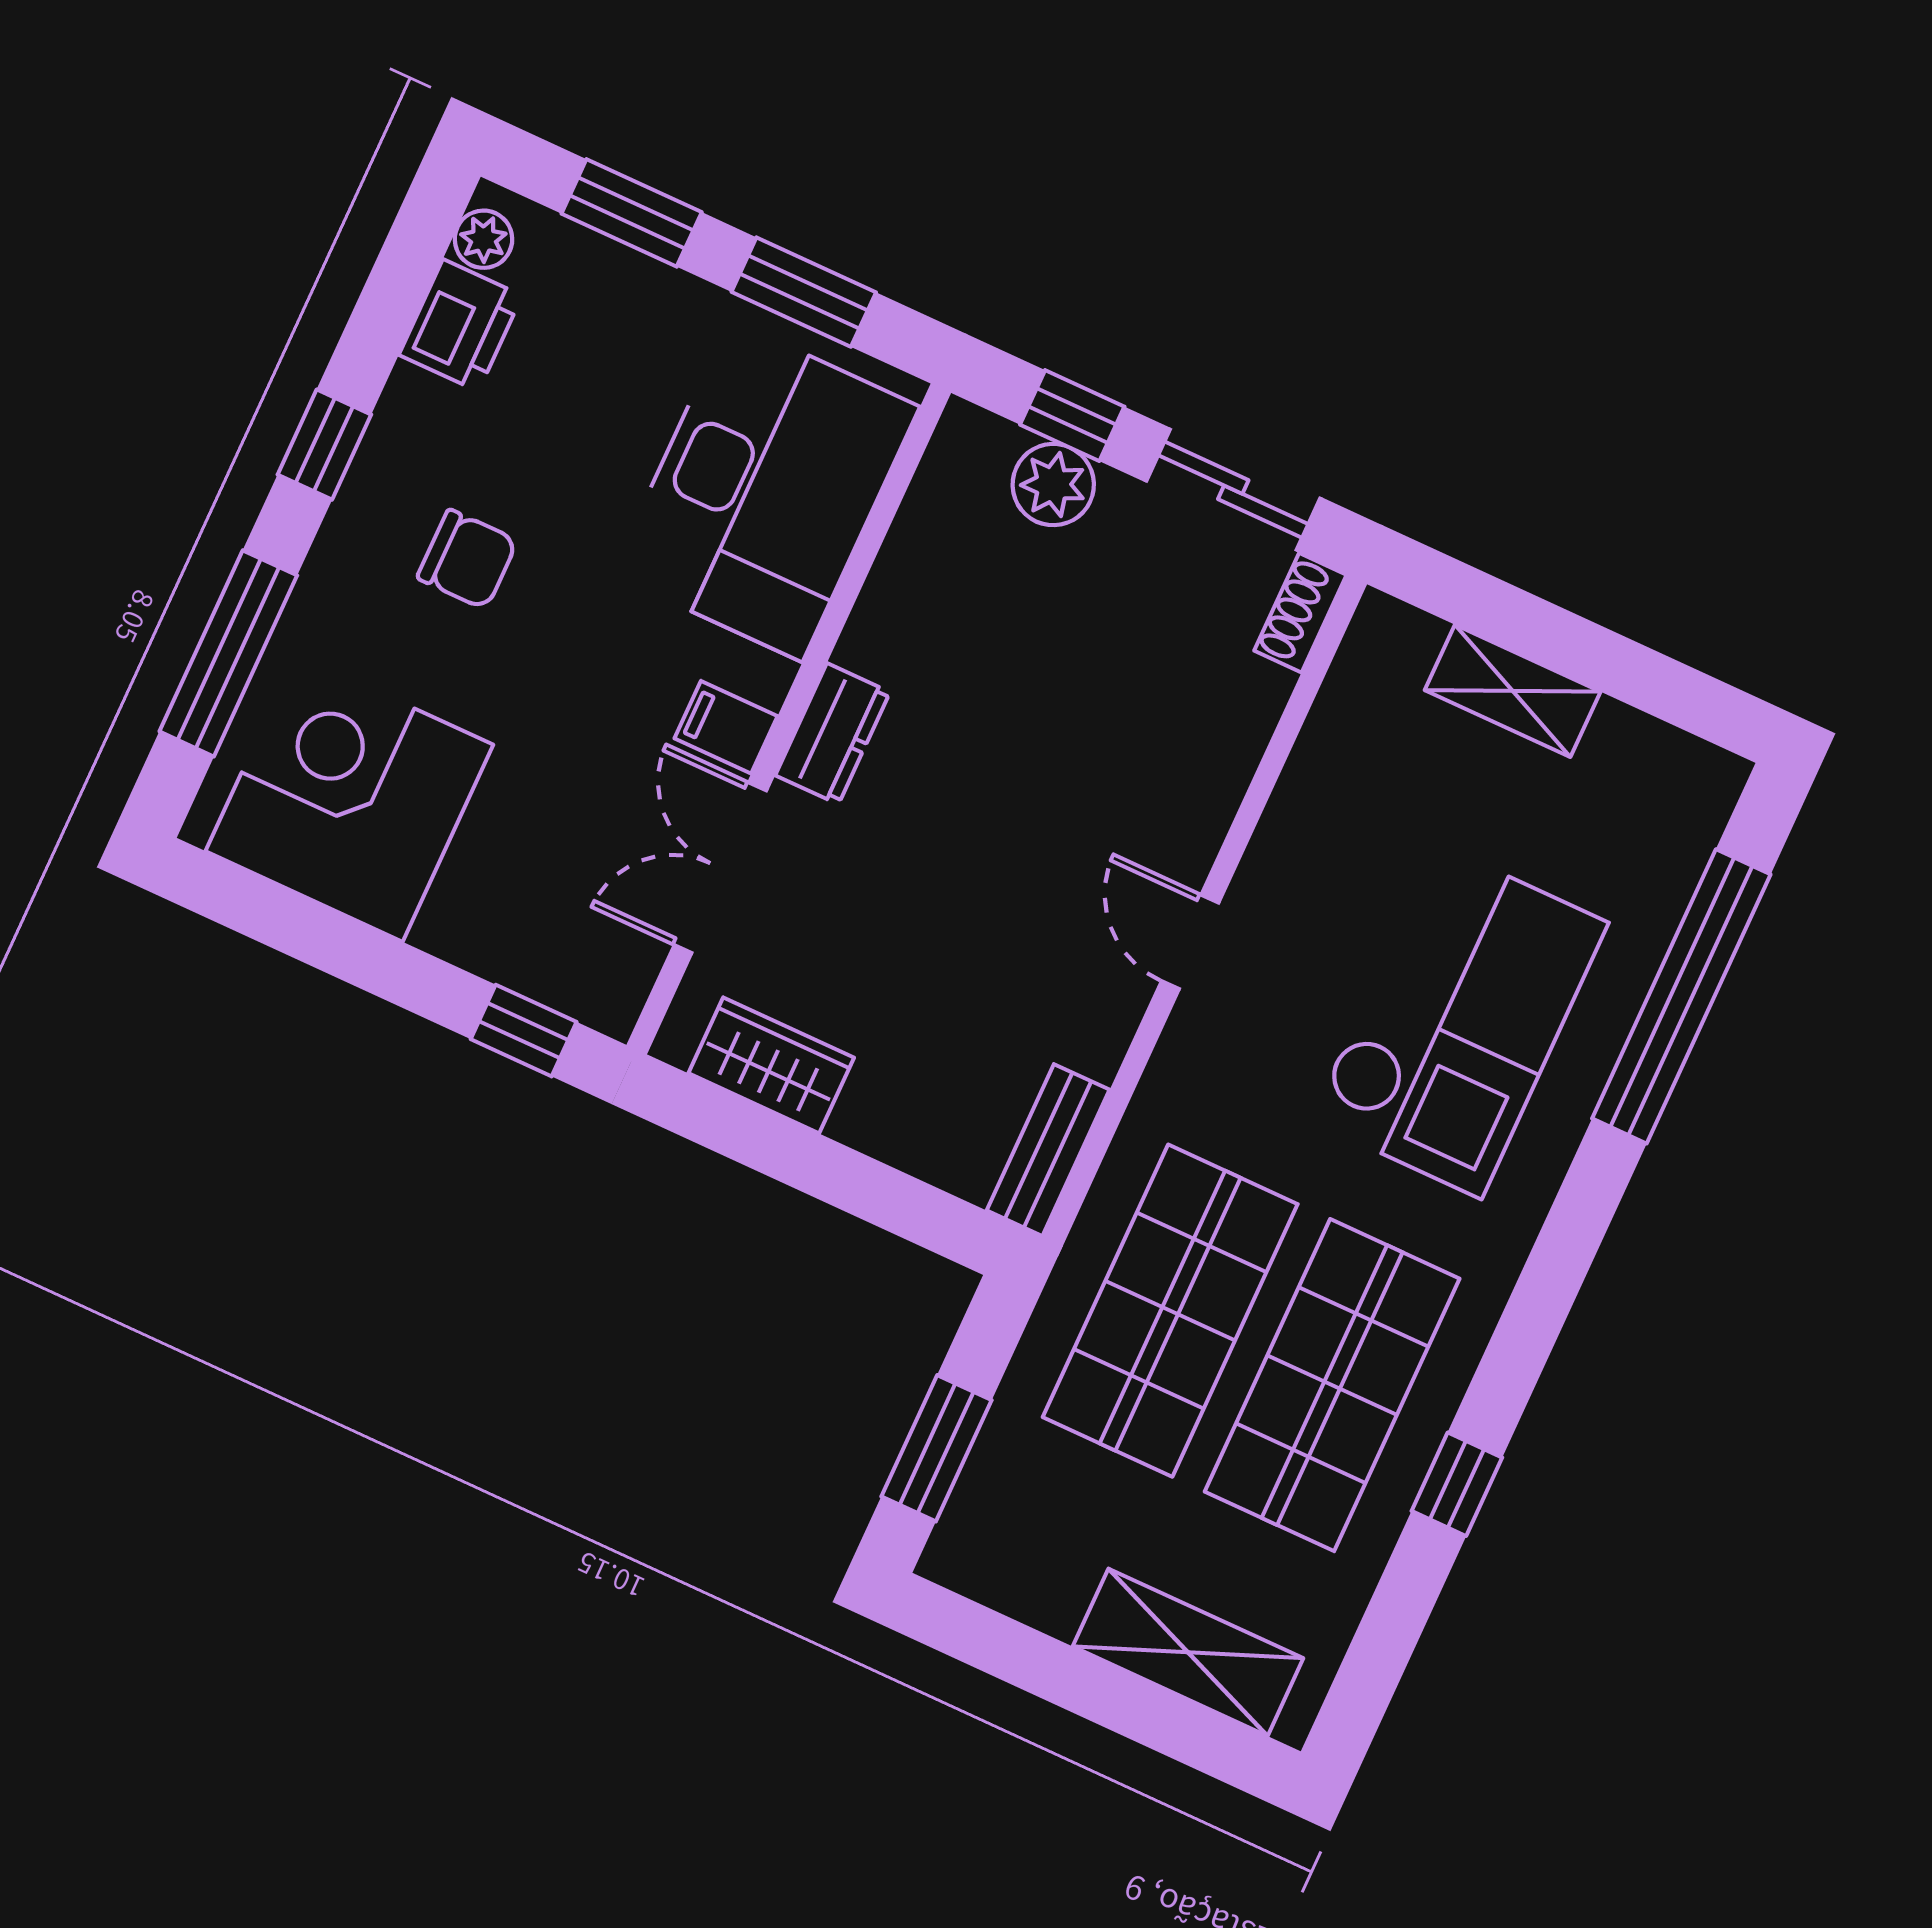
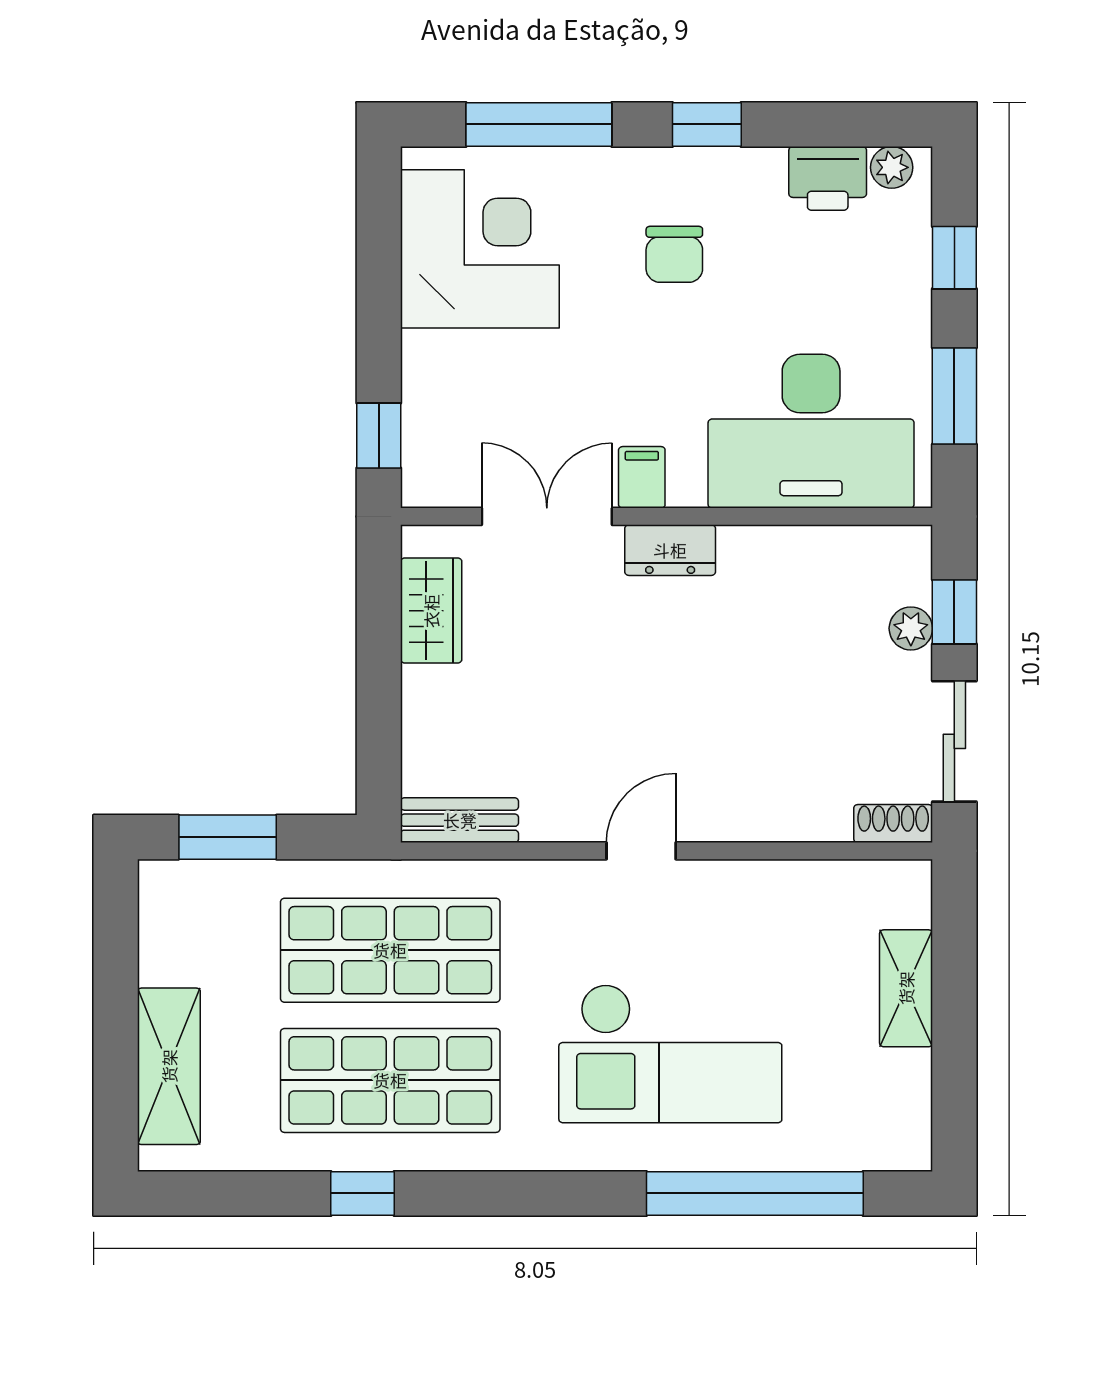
window: (632, 213) -> (954, 258), width x0.67
plant: (1053, 485) -> (911, 628), width x0.73, depth x0.73

